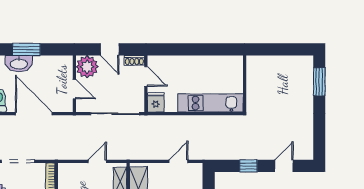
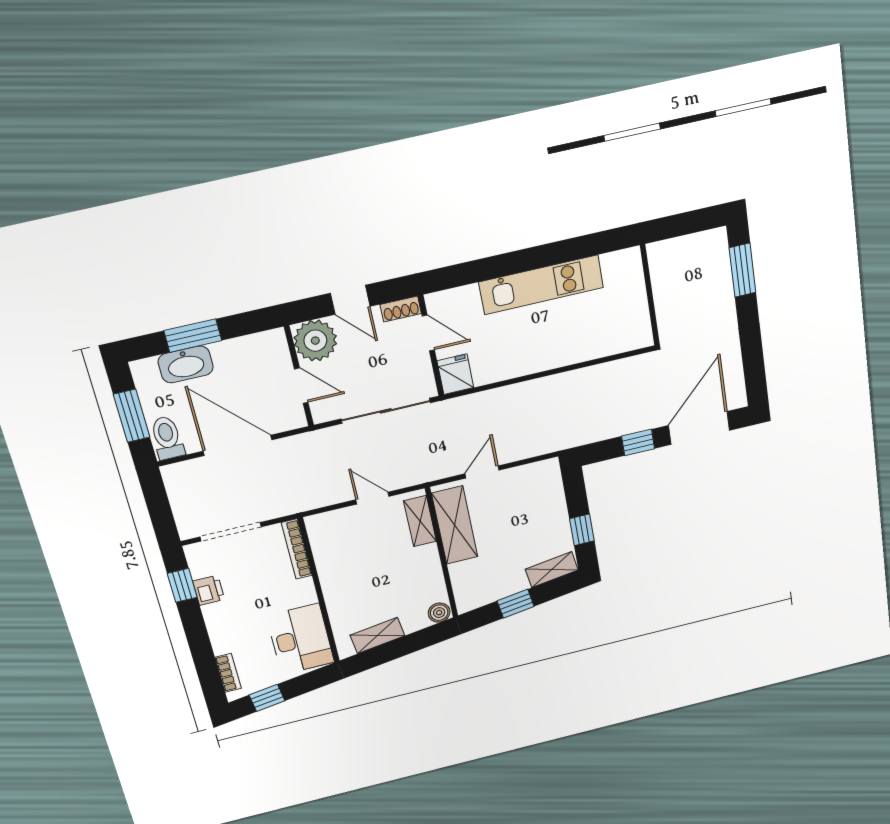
wall: (245, 84) -> (650, 295), moved
kitchen unit: (210, 103) -> (541, 285), moved, turned 180
door: (97, 161) -> (372, 498), hinge flipped
door: (178, 161) -> (482, 472), moved
door: (284, 166) -> (699, 428), width x1.87

